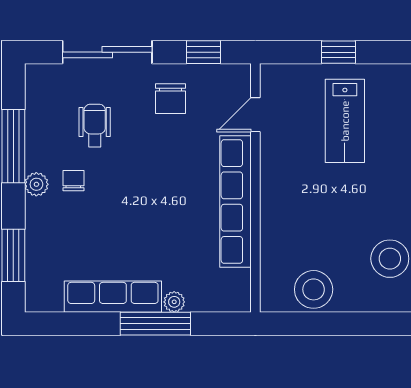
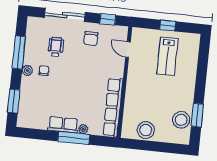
door: (255, 115) -> (128, 50), hinge flipped
row of seats: (236, 202) -> (113, 107), moved
row of seats: (113, 297) -> (63, 125), width x0.68

